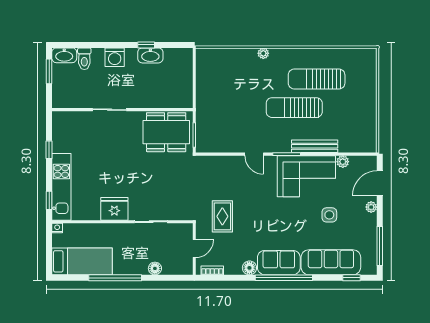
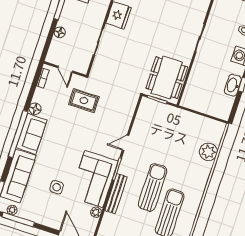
plant: (263, 53) -> (208, 152), moved, width x1.87, depth x1.87
plant: (371, 207) -> (12, 210), moved

